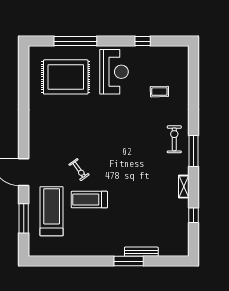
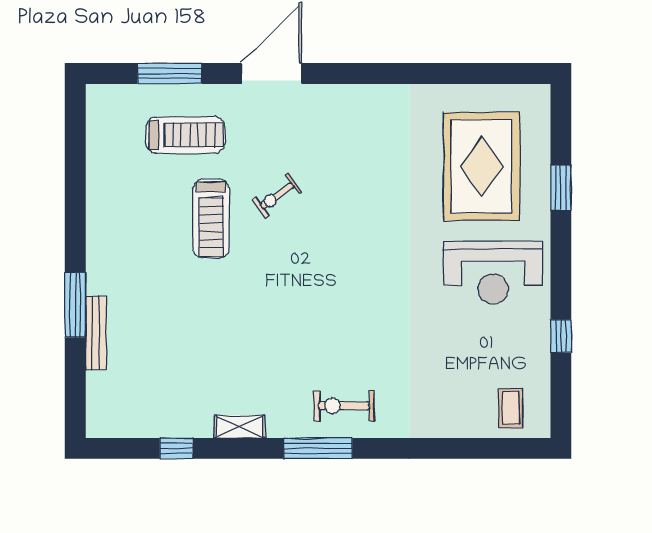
window: (75, 41) -> (561, 188), width x0.47
coffee table: (159, 92) -> (511, 408), moved
exercise bike: (174, 139) -> (344, 406), turned 180
treadmill: (89, 200) -> (211, 218), turned 180
treadmill: (52, 211) -> (185, 135), width x0.73, depth x0.73

